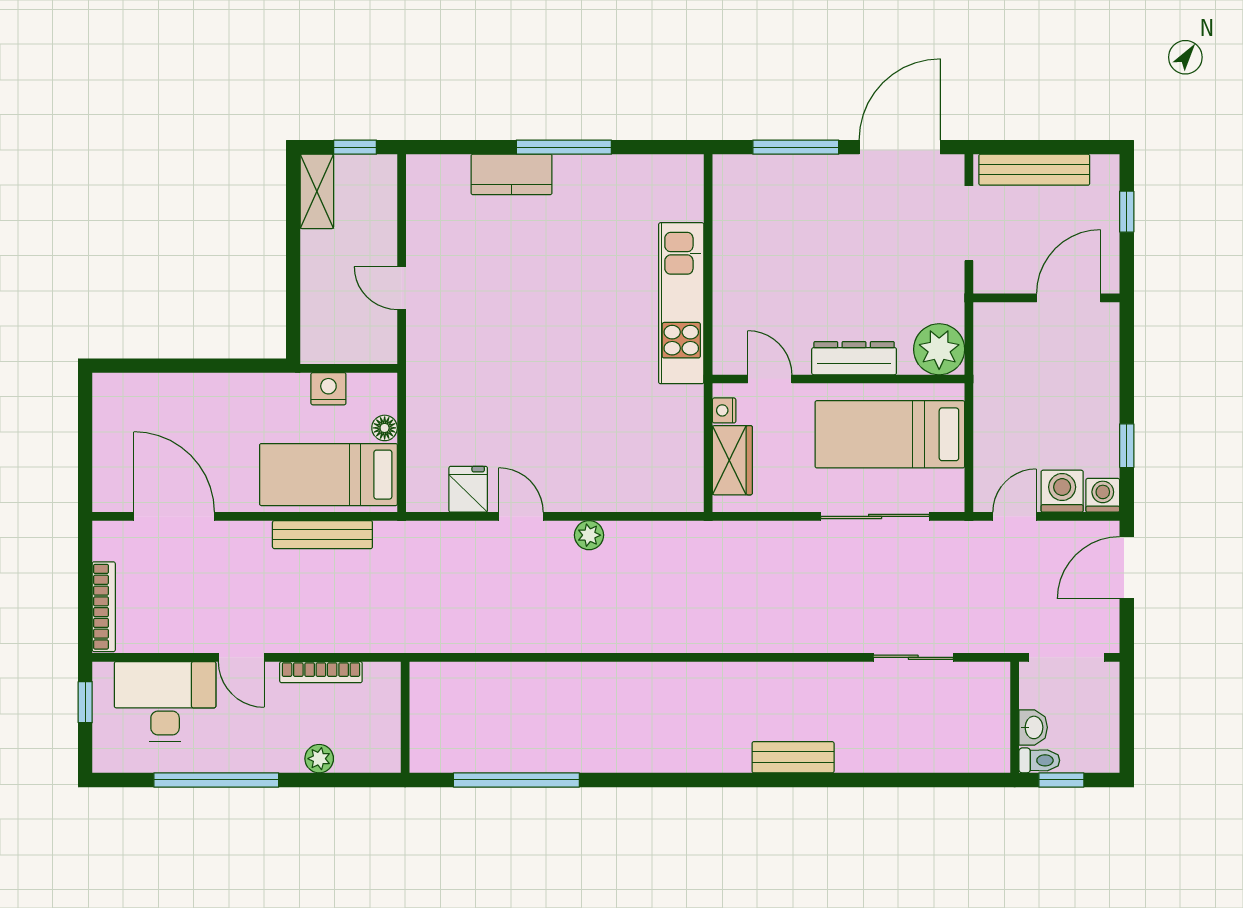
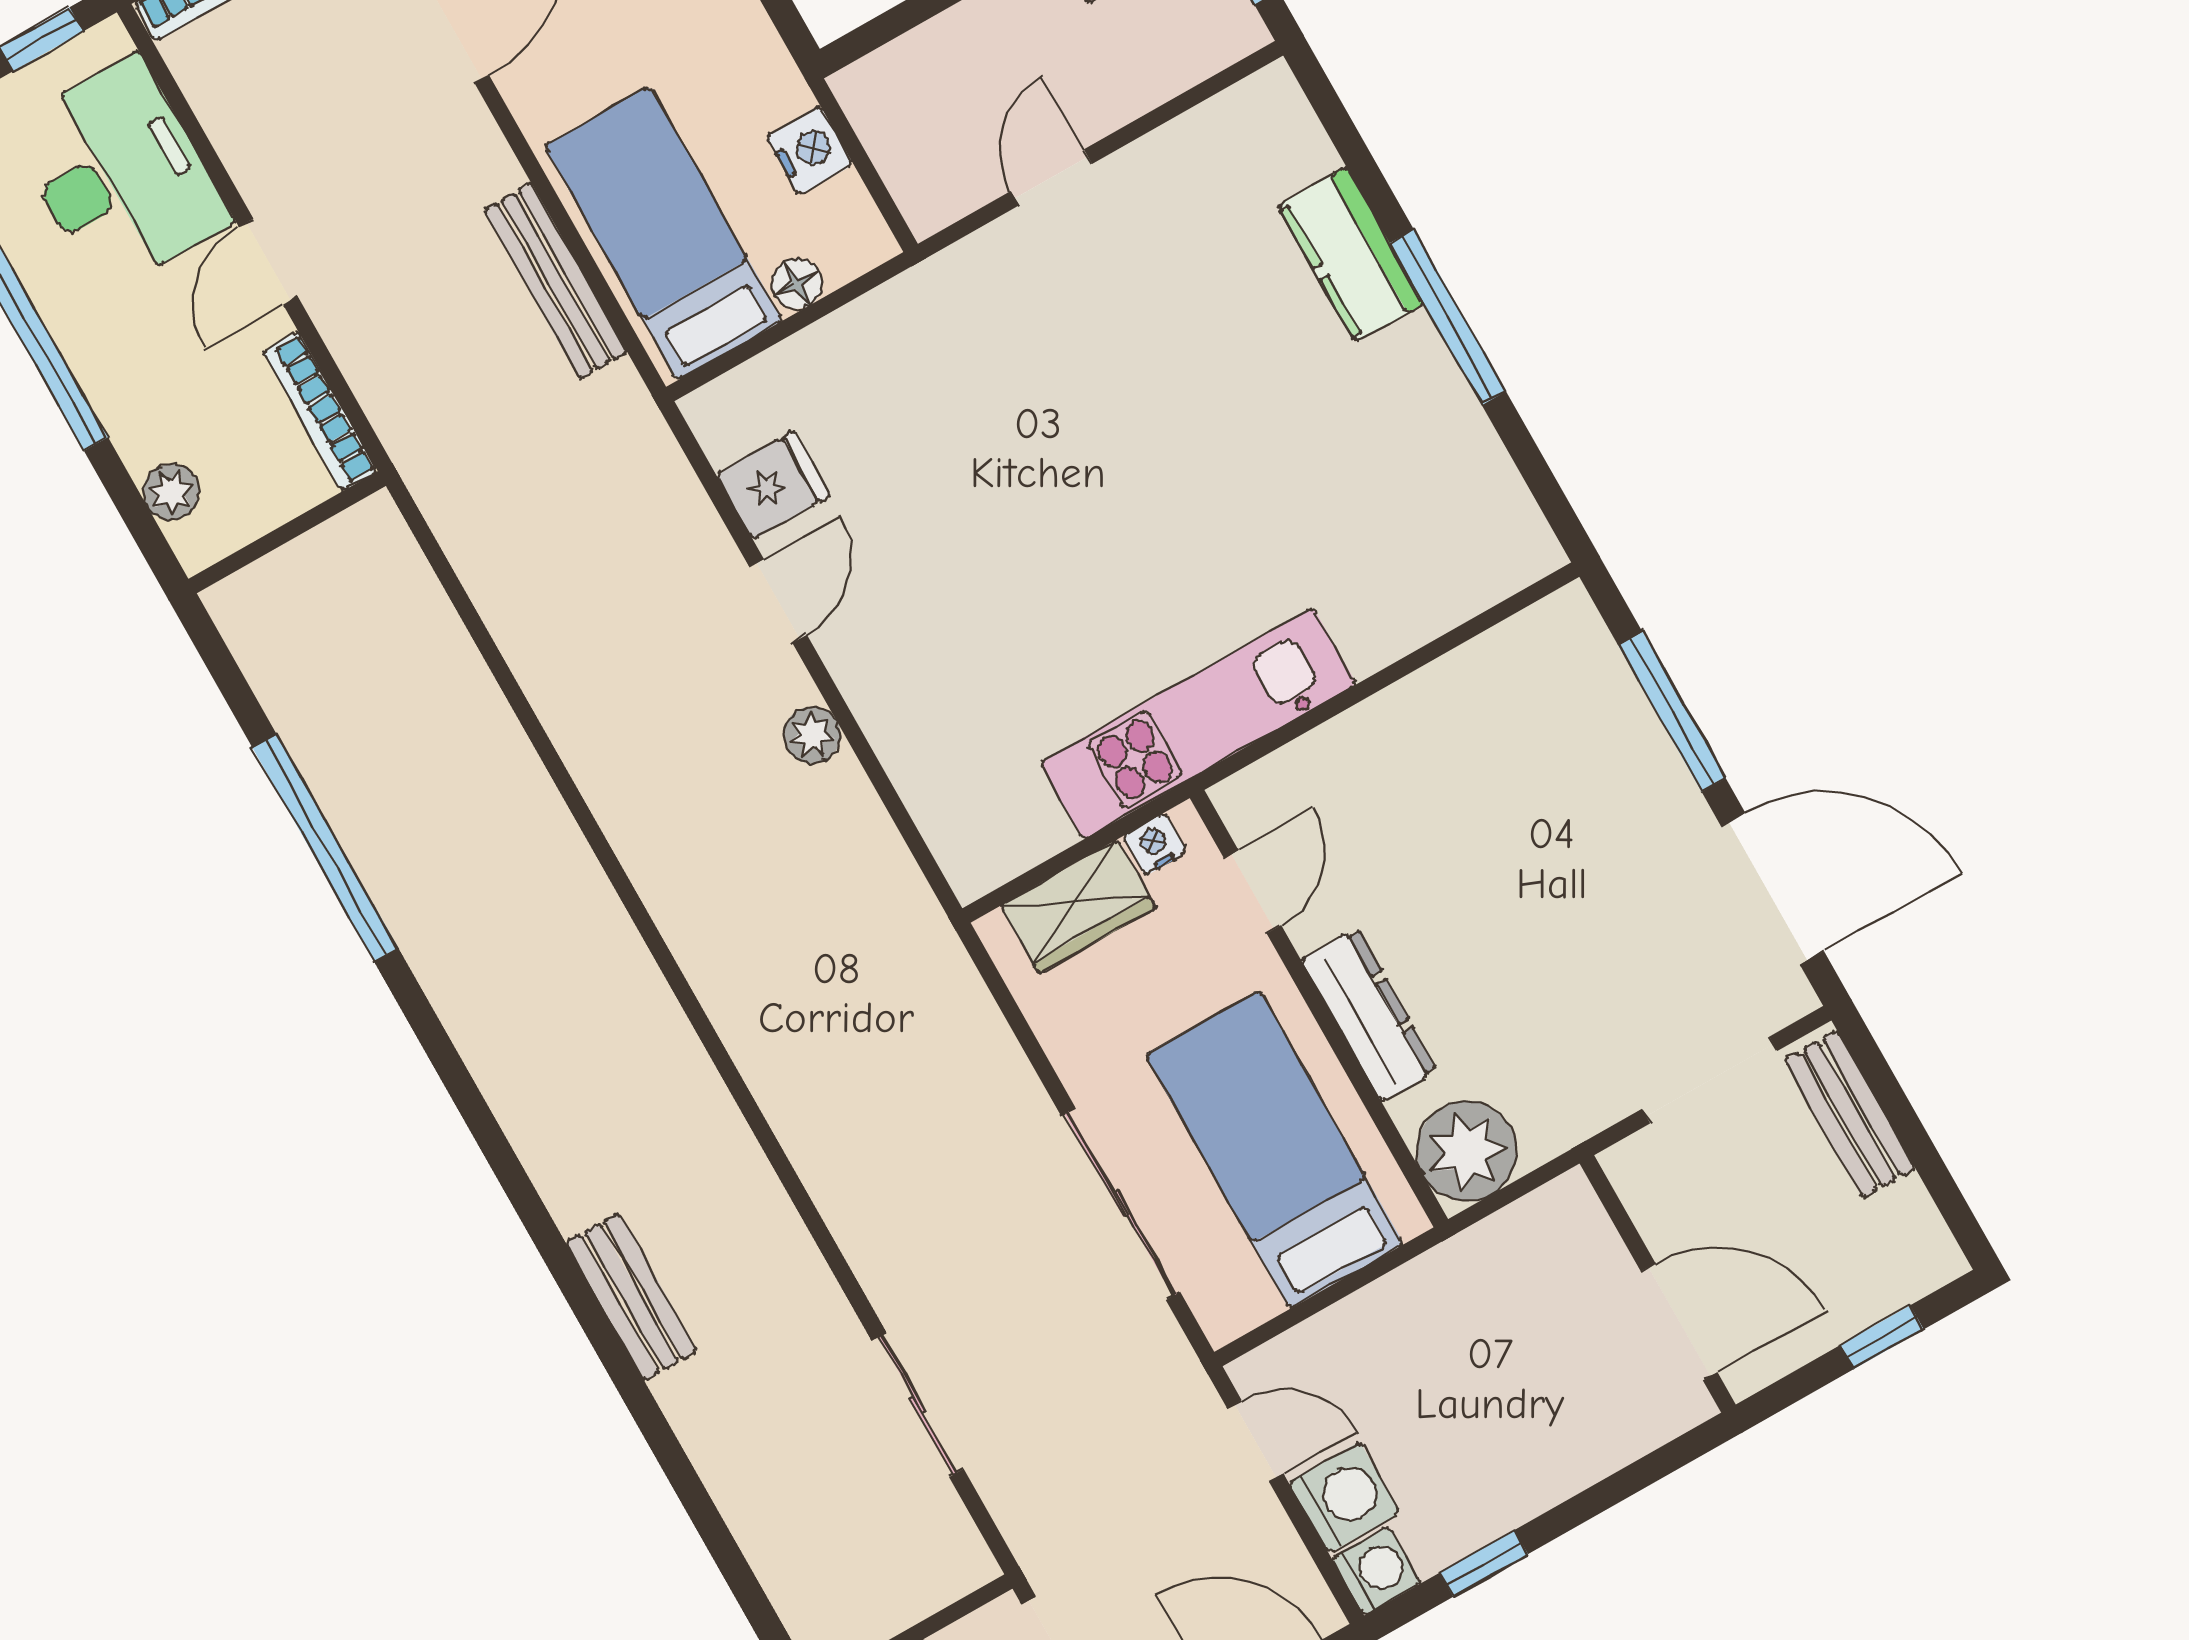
bench: (1034, 170) -> (1850, 1114), width x0.73
kitchen unit: (681, 303) -> (1198, 723), moved
wall: (405, 717) -> (287, 532), moved

